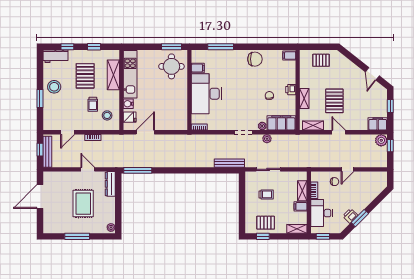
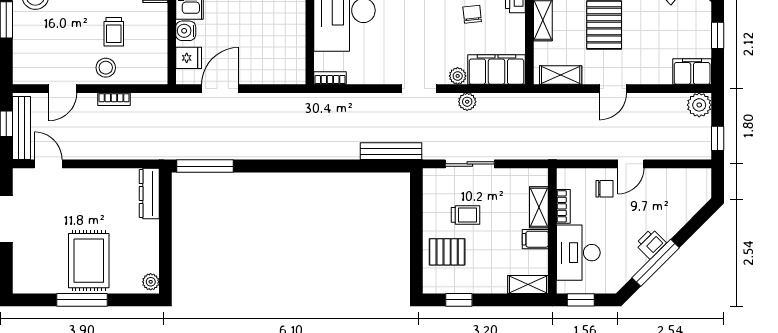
stool: (107, 115) -> (106, 68), moved
door: (339, 132) -> (613, 89), swing flipped
window: (390, 146) -> (718, 138), moved
door: (88, 169) -> (48, 164), moved
rug: (83, 204) -> (89, 261), moved
printer: (350, 216) -> (651, 244), moved
window: (360, 218) -> (656, 263), width x1.44
pallet: (266, 223) -> (447, 252), moved

